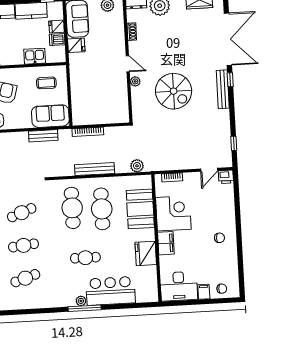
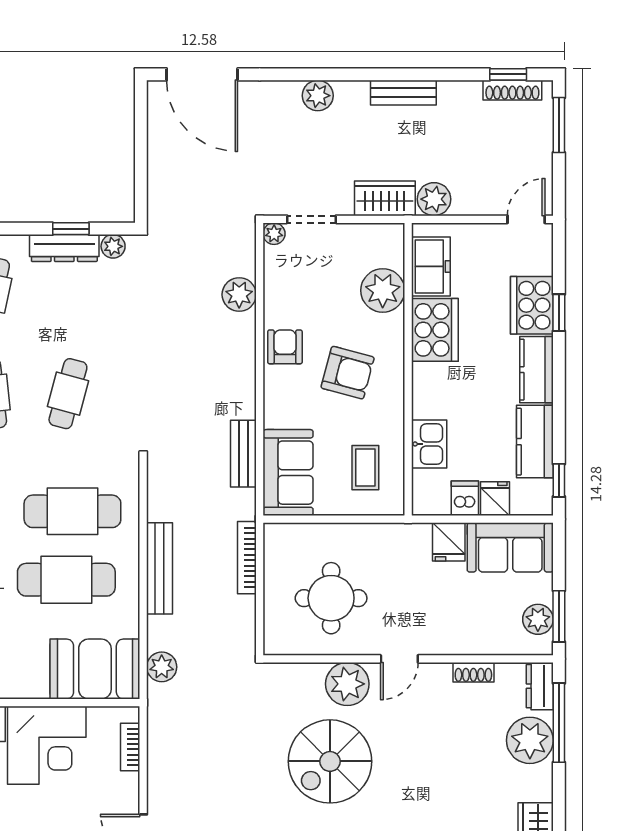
plant: (135, 81) -> (347, 684), width x1.88, depth x1.88
round table: (103, 95) -> (331, 598), added
booth: (140, 209) -> (95, 669), moved
cafe table: (22, 213) -> (68, 394), turned 36

